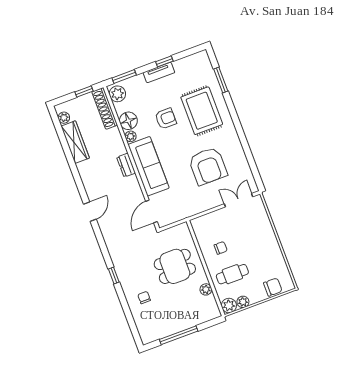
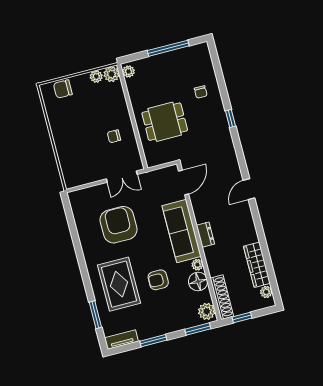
window: (164, 61) -> (153, 341), width x1.50
tv unit: (159, 73) -> (121, 340), moved
double door: (239, 200) -> (122, 177), moved
cafe table: (232, 274) -> (104, 107), removed
plant: (206, 289) -> (128, 72), moved

